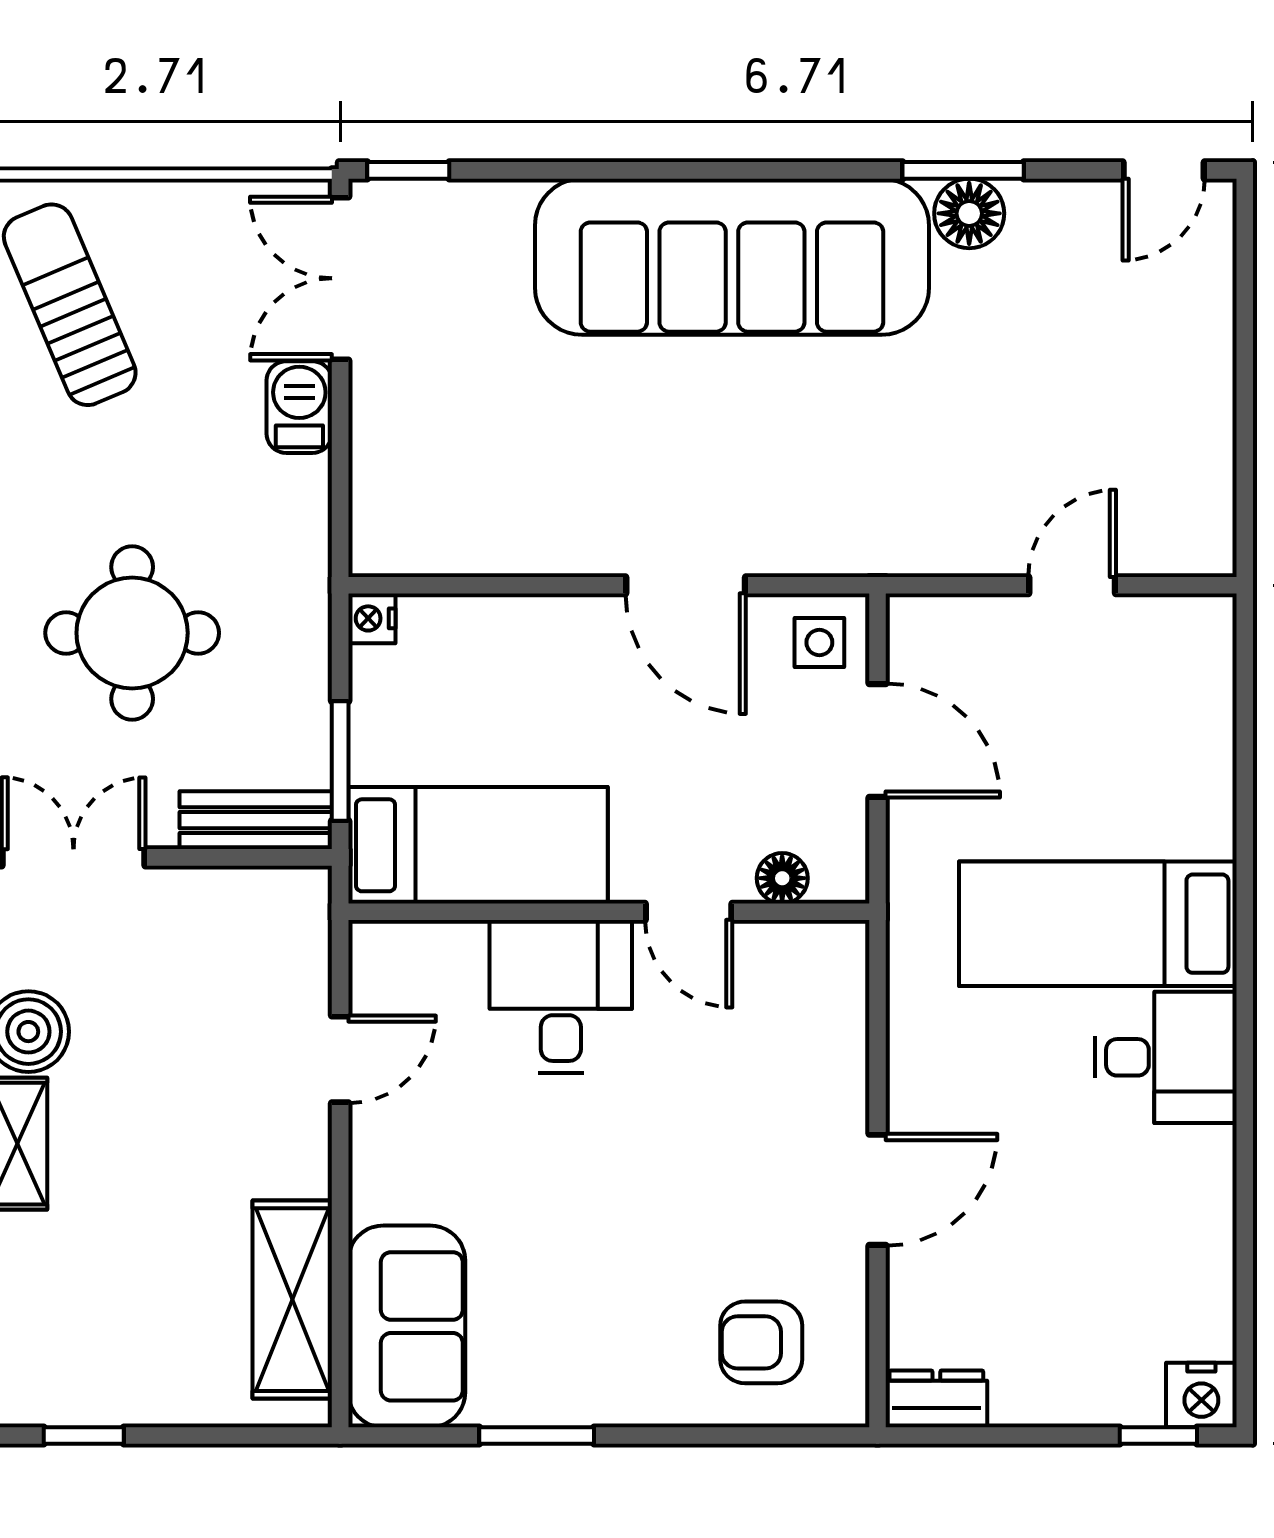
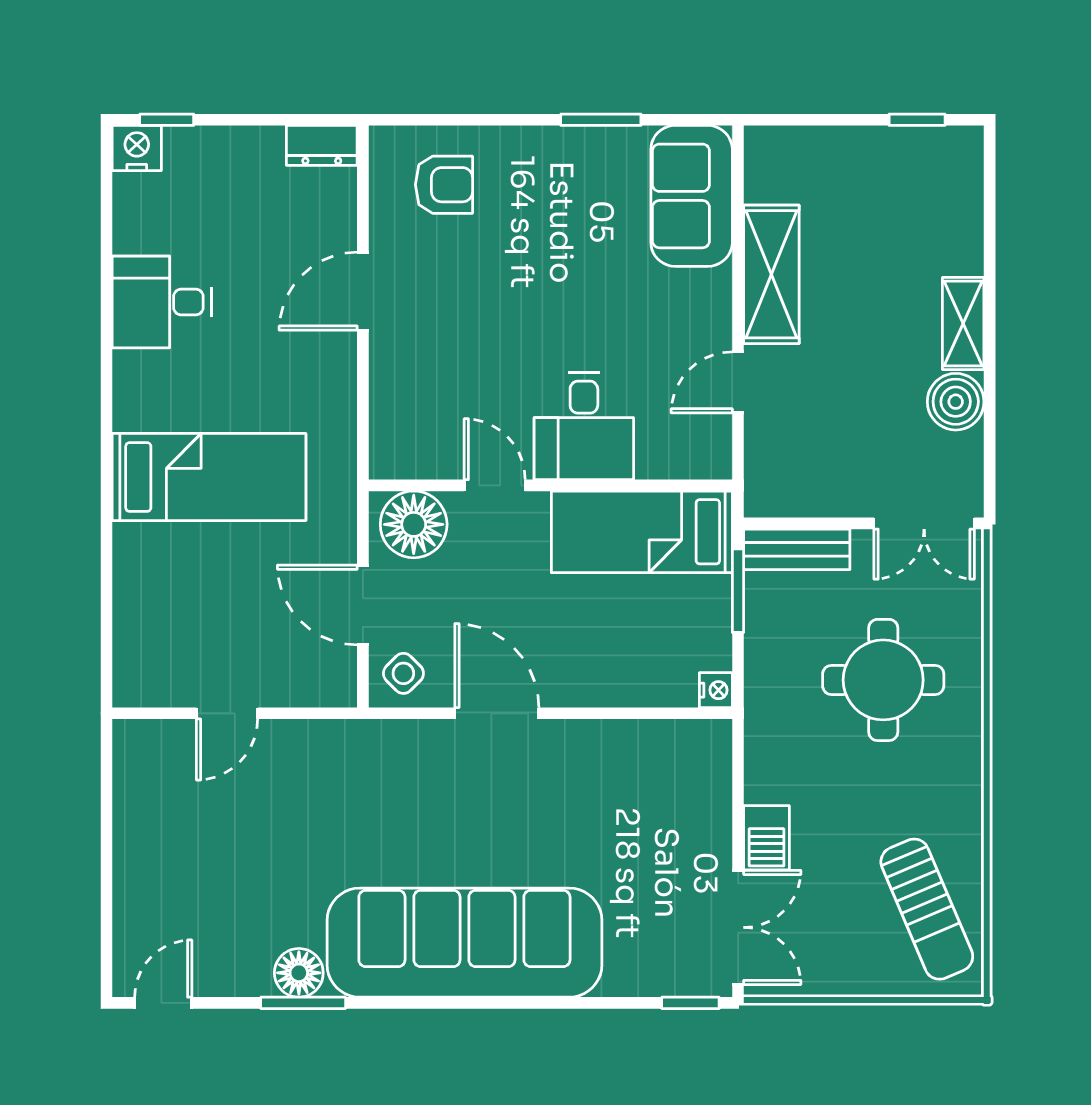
side table: (819, 642) -> (403, 673), turned 45
floor lamp: (782, 878) -> (414, 524), width x1.89, depth x1.89
desk: (1166, 1057) -> (162, 302), moved
shelving: (292, 1300) -> (771, 274), moved

